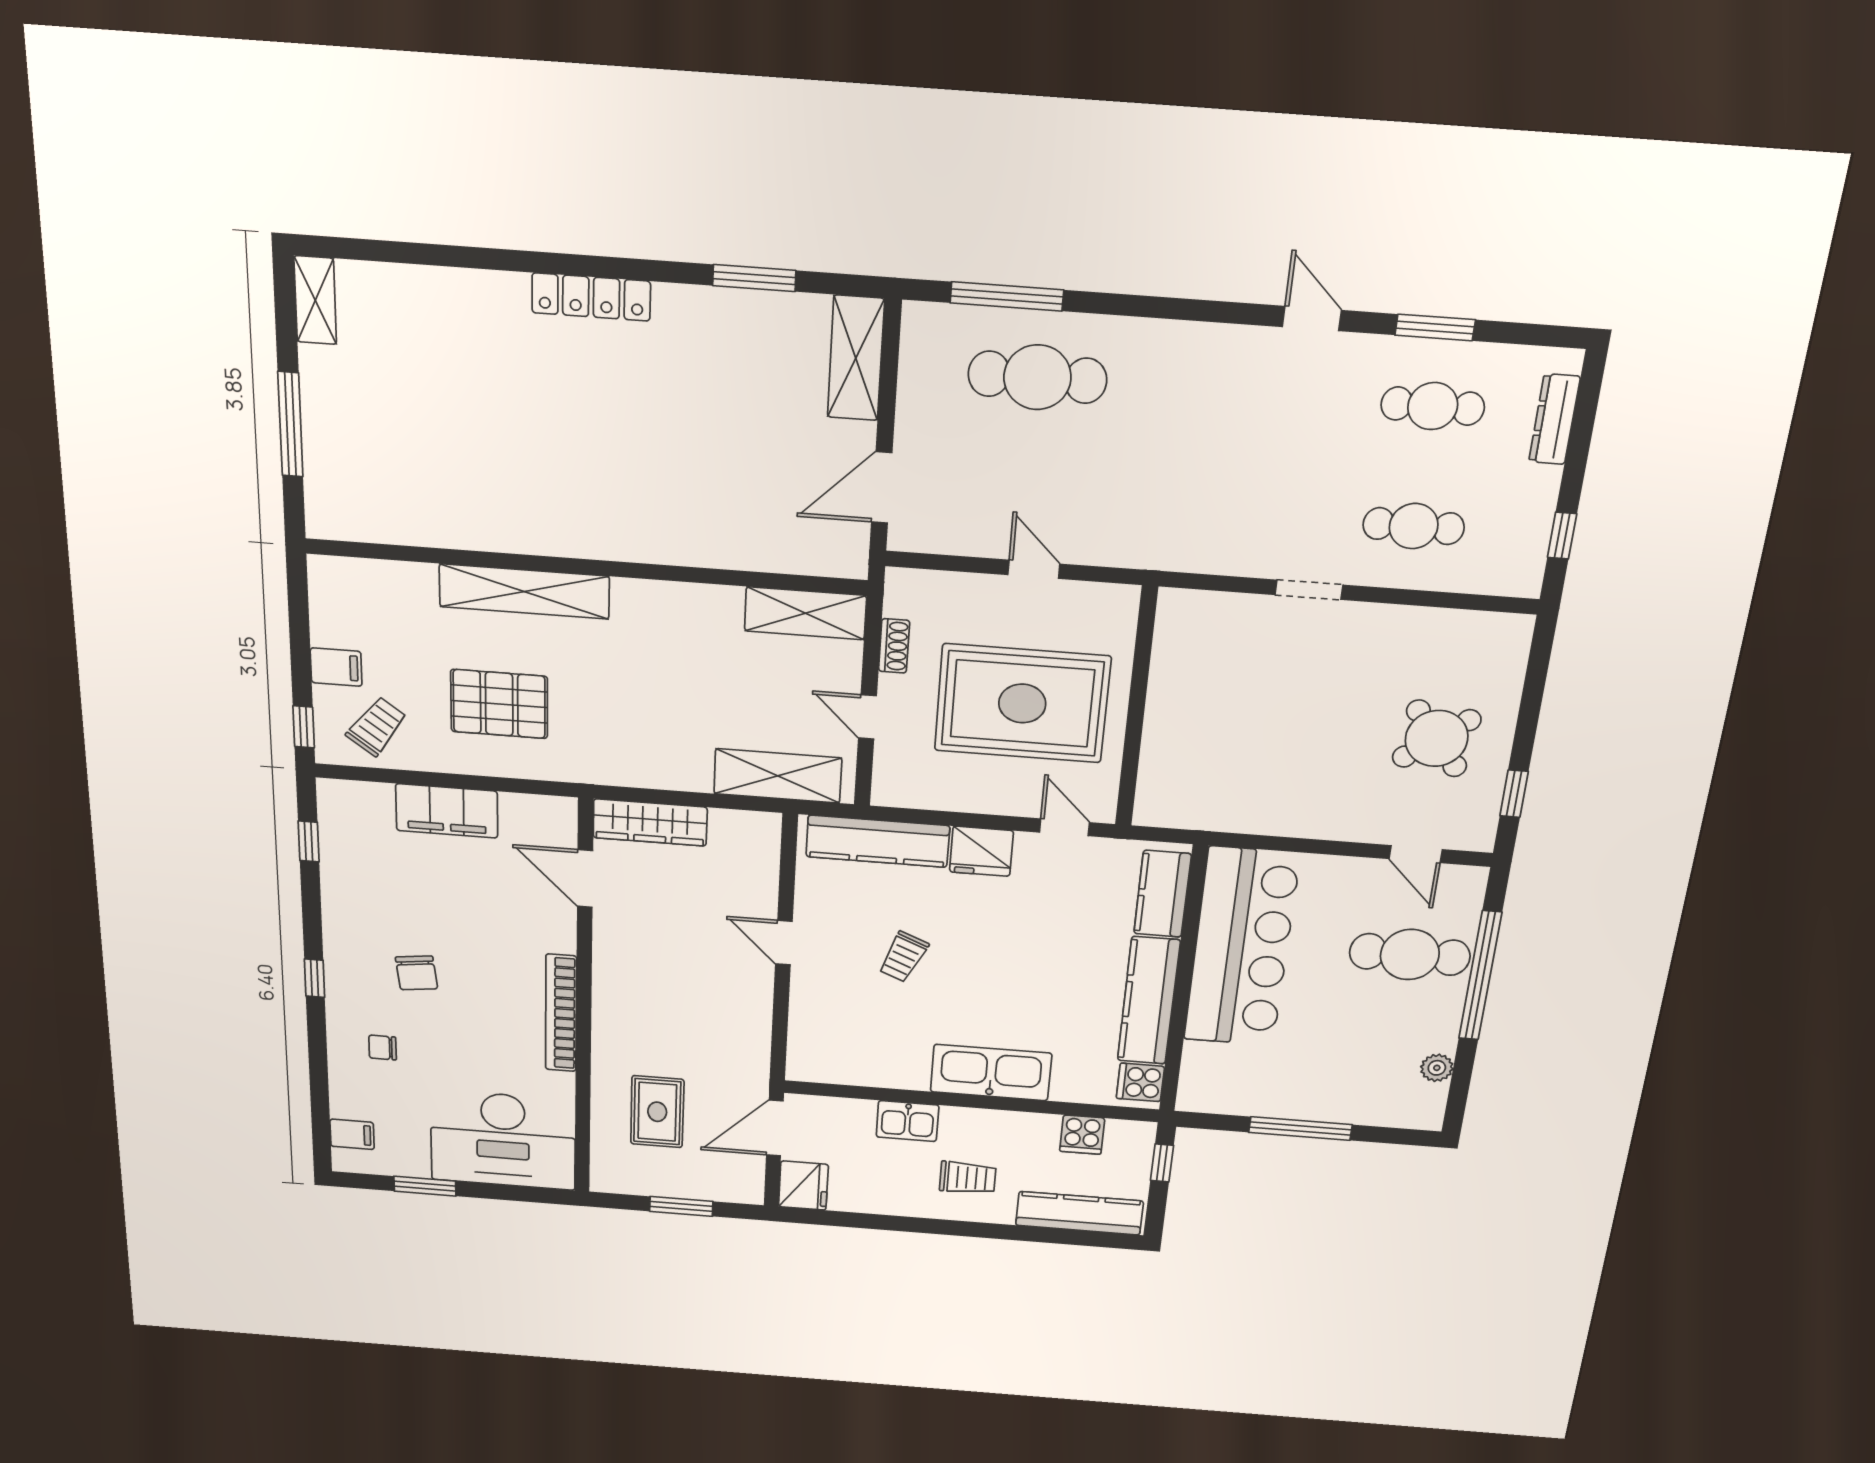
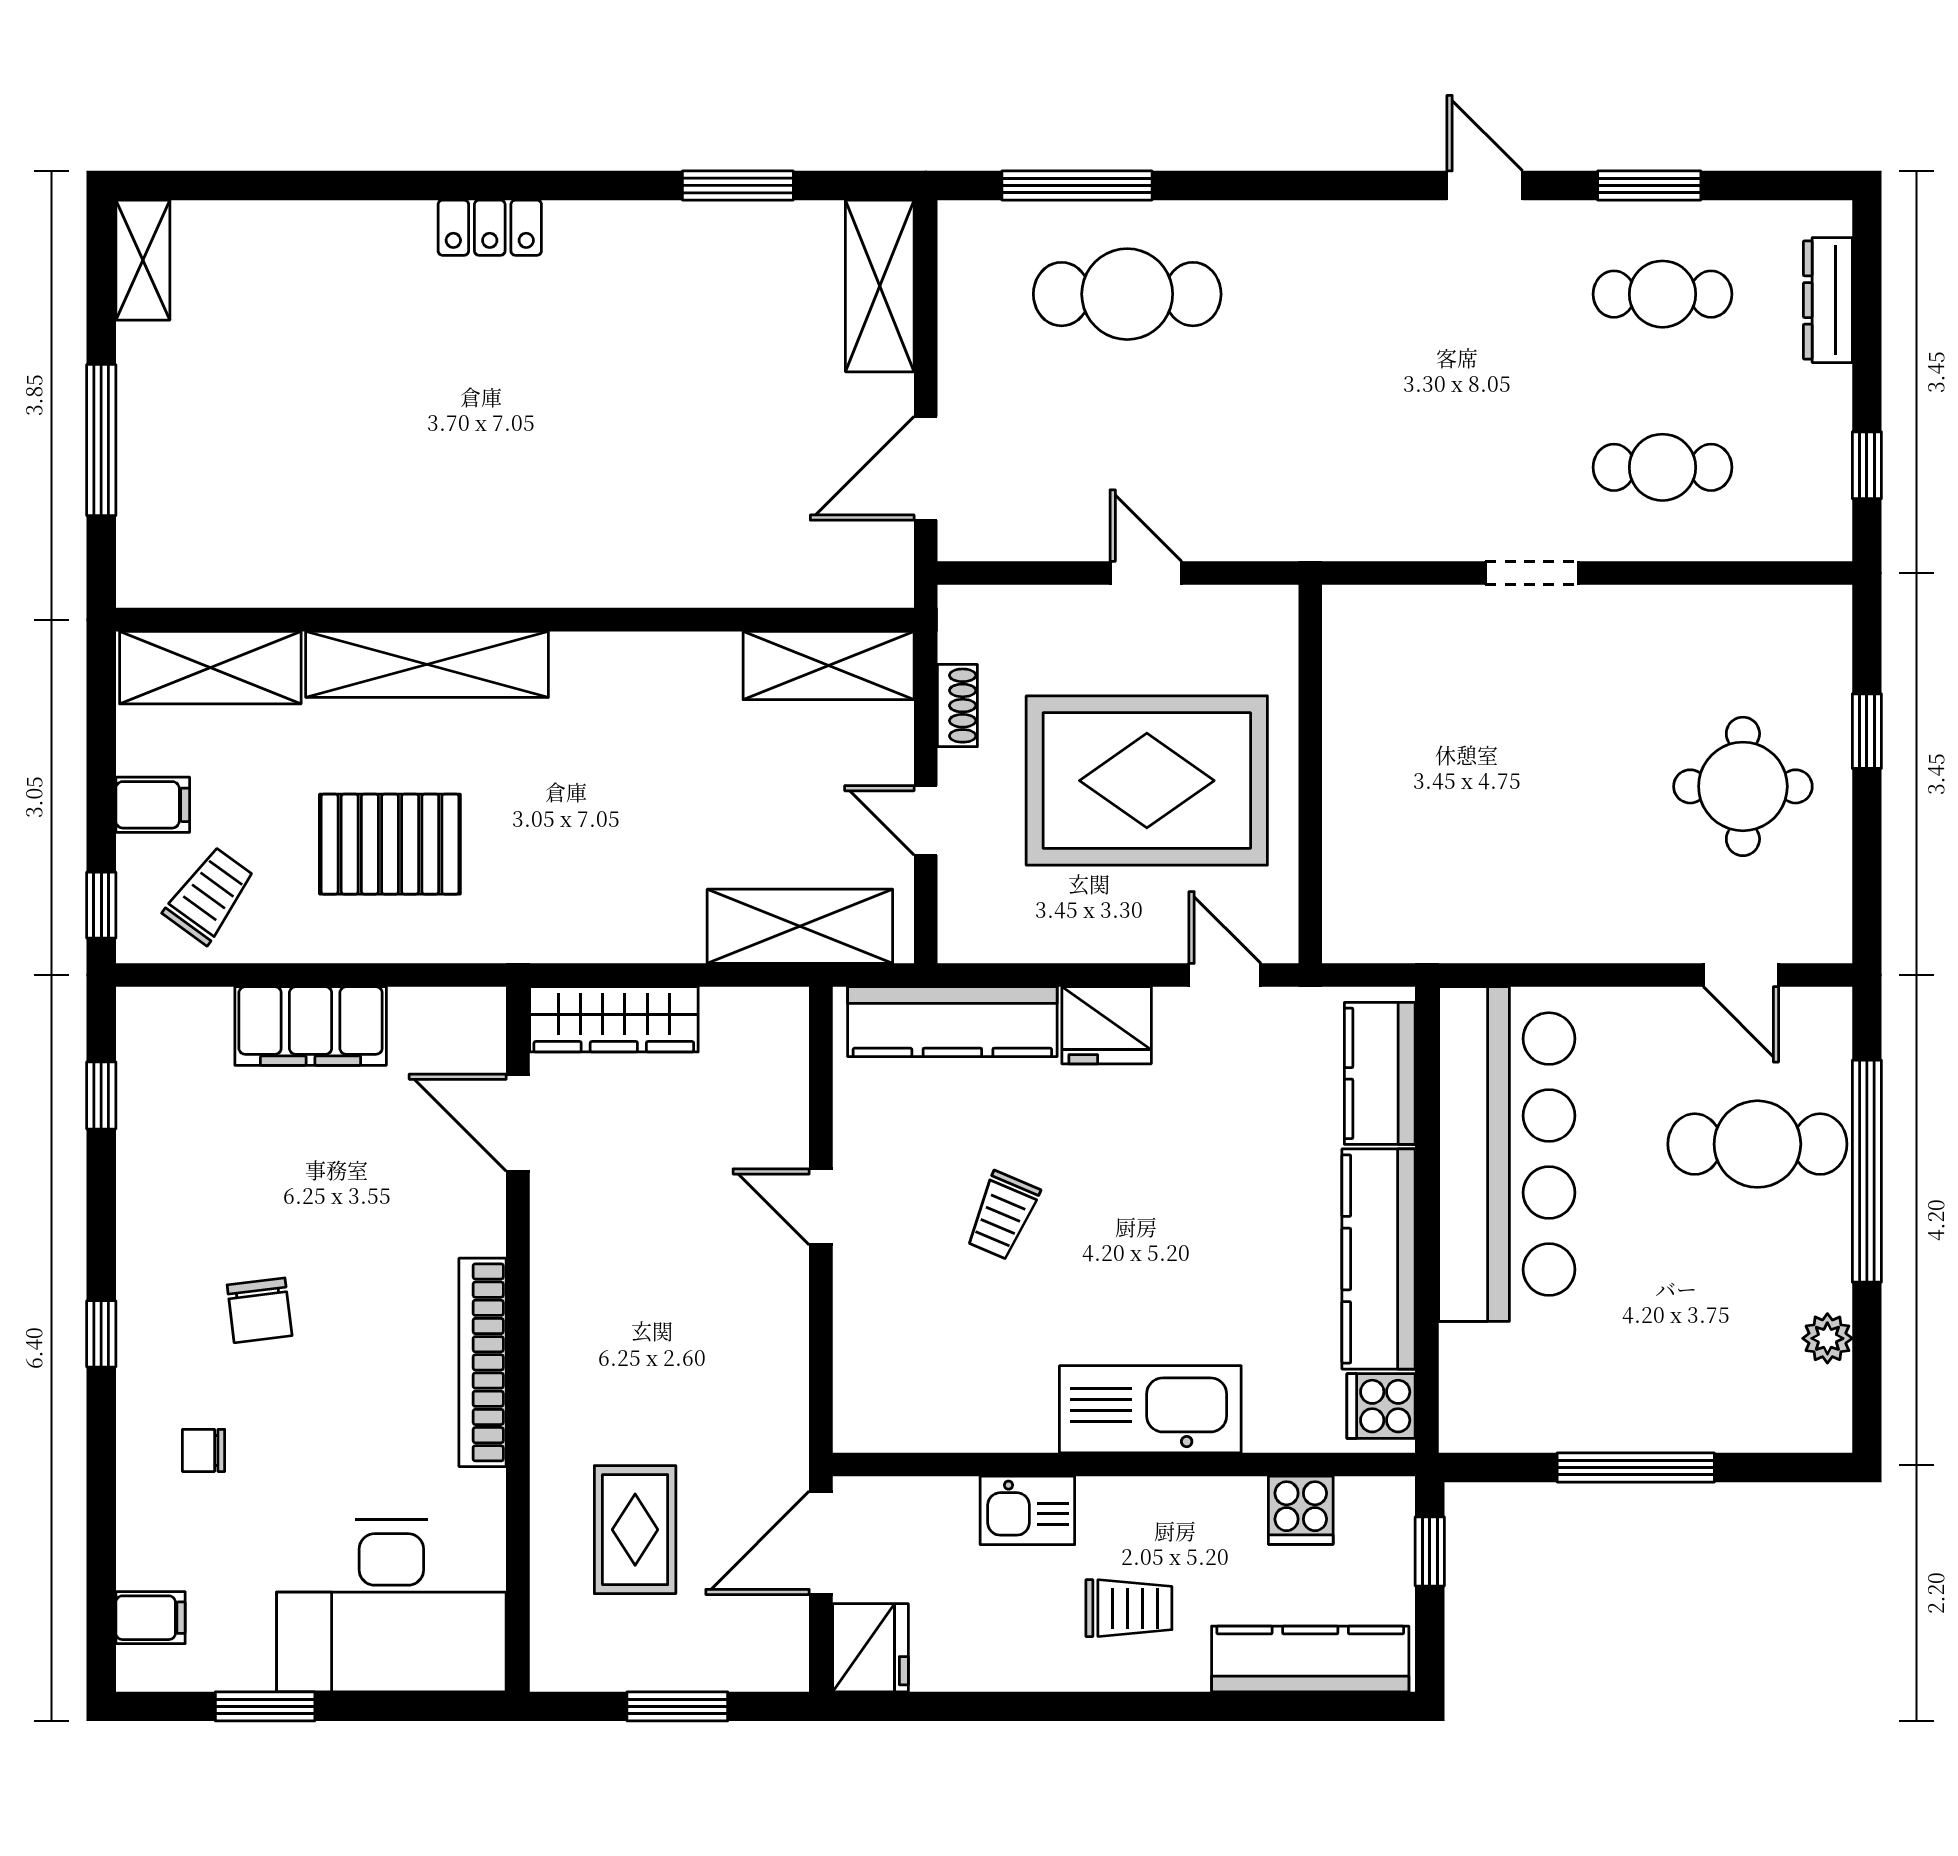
locker: (591, 297) -> (490, 228), width x0.66
shelving: (373, 582) -> (210, 668), added
round table: (1437, 738) -> (1743, 786), turned 38
window: (1514, 794) -> (1867, 731), moved

